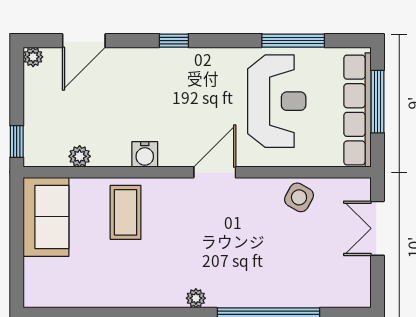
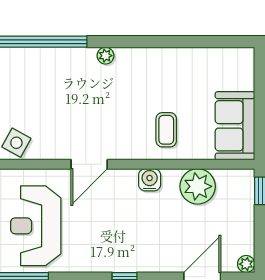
plant: (80, 156) -> (198, 186), width x1.88, depth x1.88
coffee table: (126, 212) -> (166, 130), width x0.73, depth x0.77

